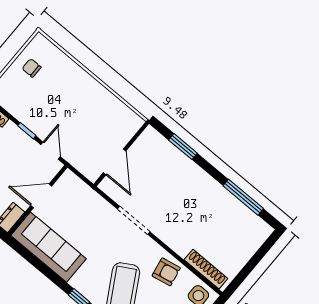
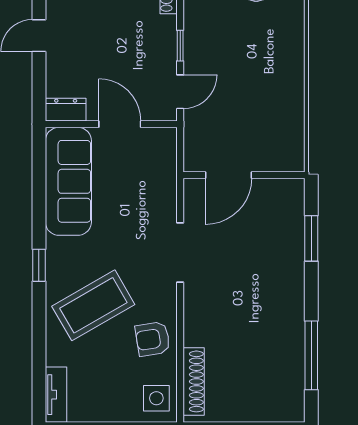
armchair: (166, 272) -> (153, 339), turned 92

